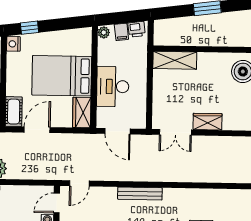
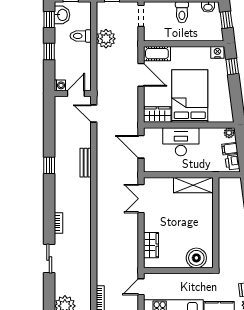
shelving: (175, 60) -> (193, 185), moved, turned 90
wardrobe: (208, 122) -> (151, 245), moved
door: (118, 131) -> (141, 147), hinge flipped
bench: (140, 194) -> (86, 163), width x0.73
door: (57, 203) -> (76, 94), hinge flipped

